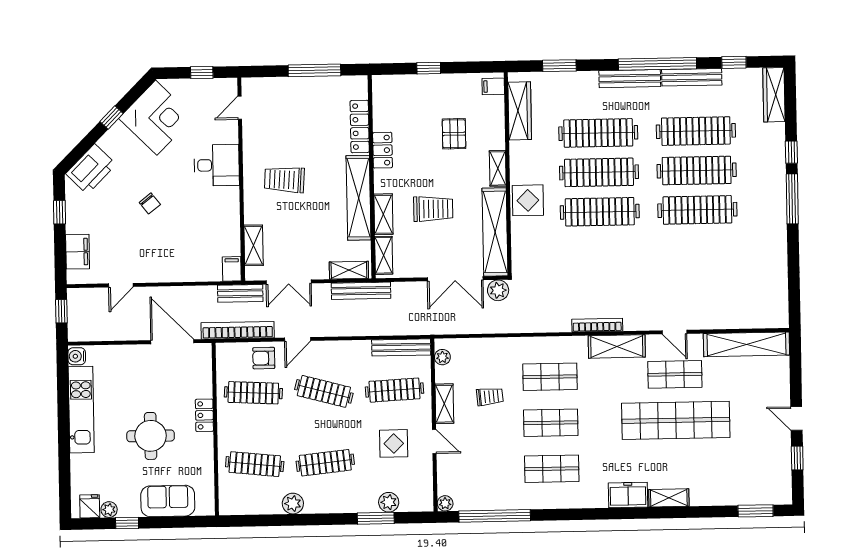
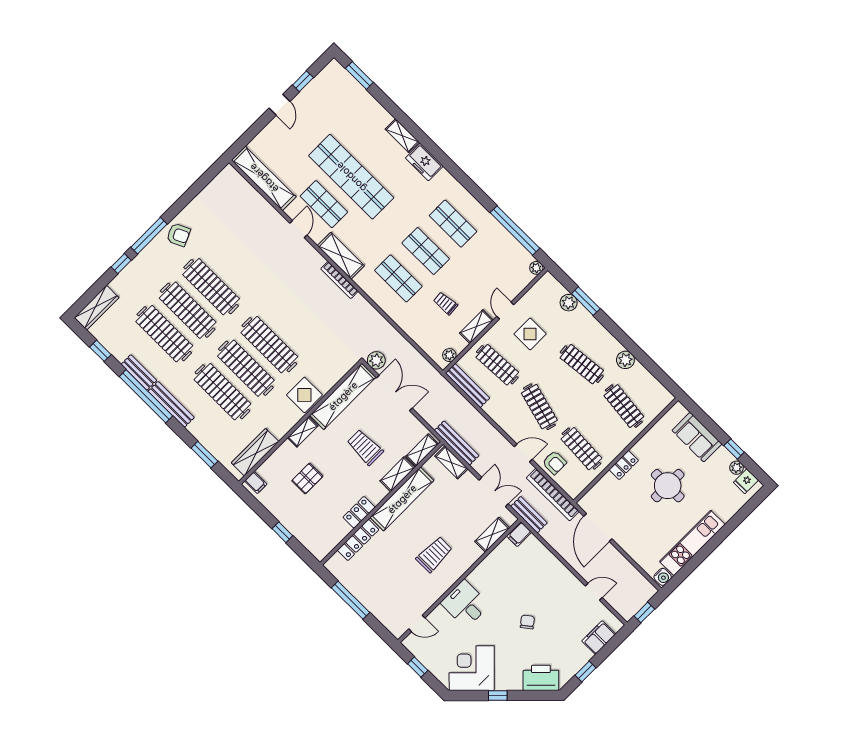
bench: (692, 77) -> (139, 372), width x0.73
trolley: (284, 180) -> (434, 554), turned -94
armchair: (769, 225) -> (178, 235), added

